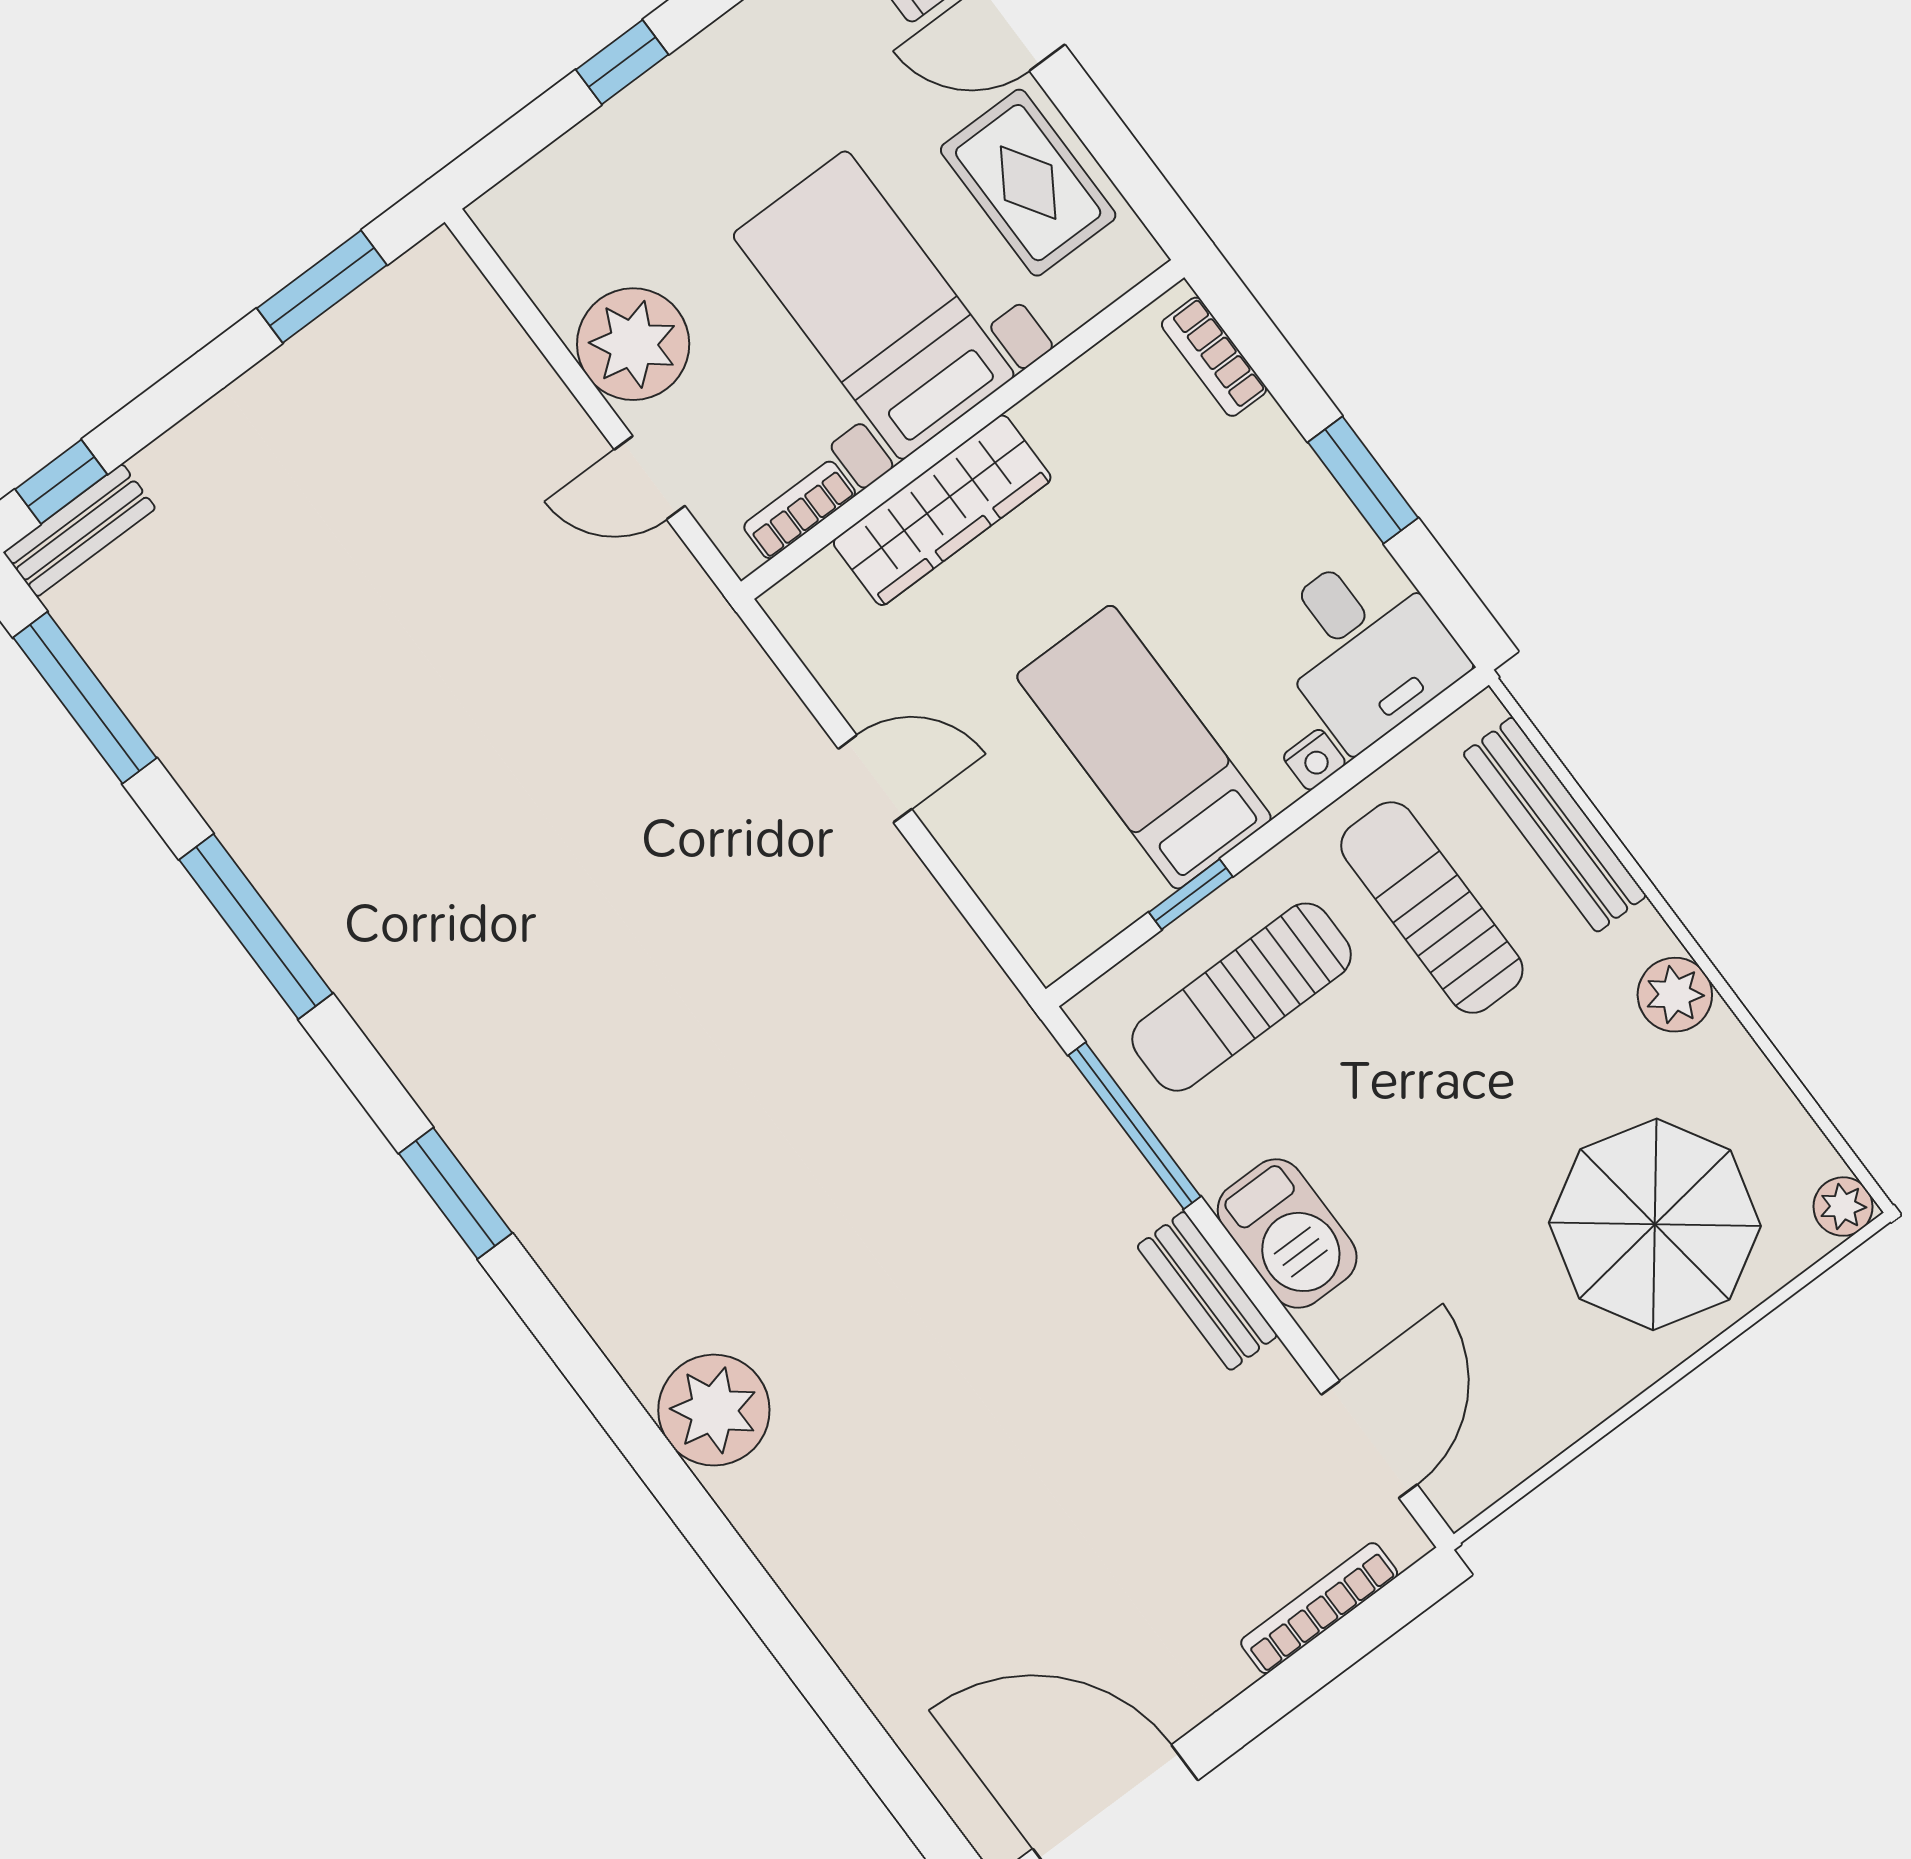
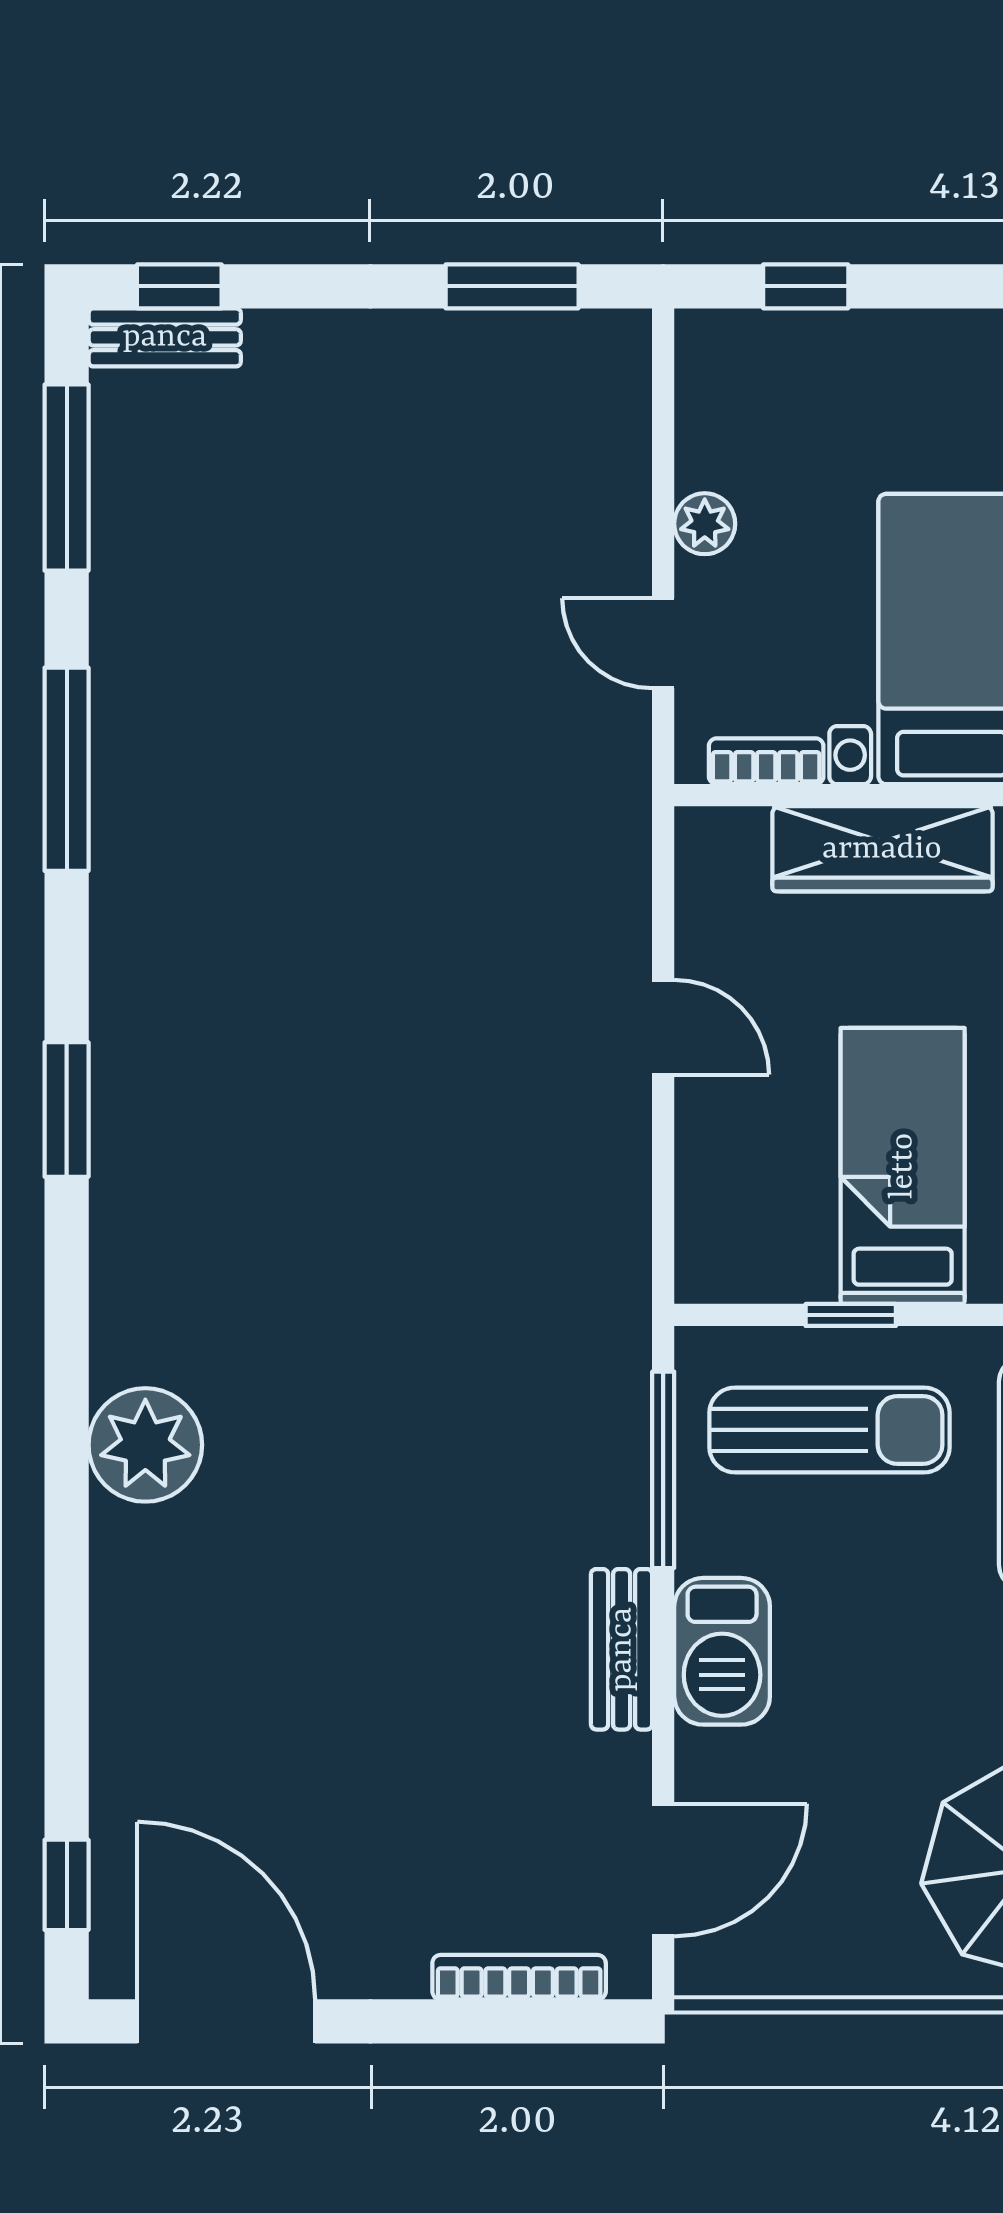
window: (622, 62) -> (806, 286), moved
plant: (633, 344) -> (705, 524), width x0.53, depth x0.53
sun lounger: (1242, 997) -> (830, 1430), turned 180
window: (910, 1801) -> (67, 1885), added

